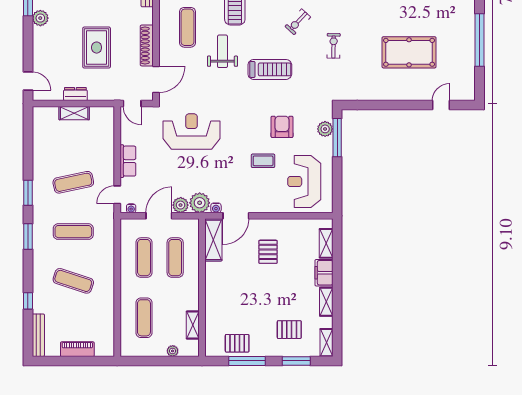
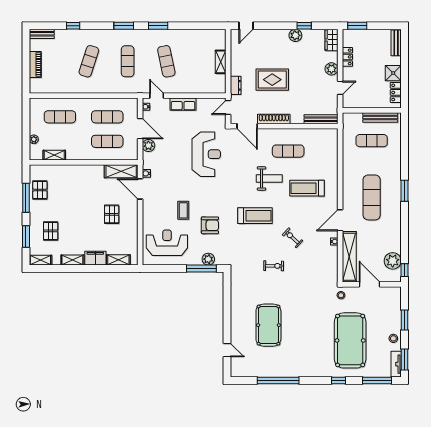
treadmill: (270, 69) -> (255, 216), turned -90
dresser: (75, 94) -> (236, 85), moved
plant: (200, 203) -> (150, 161), removed
pallet: (268, 252) -> (112, 214), turned 90
bench: (38, 335) -> (42, 34), width x0.73

